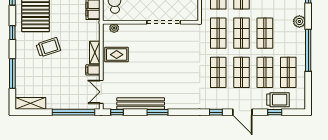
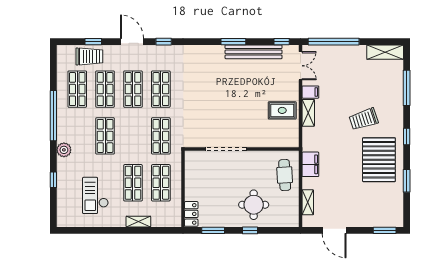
plant: (114, 28) -> (285, 142), removed
shop shelf: (242, 33) -> (133, 136), removed
trolley: (278, 100) -> (89, 56), turned 180

